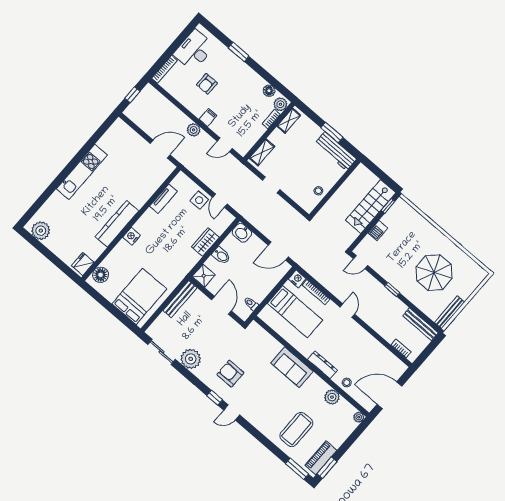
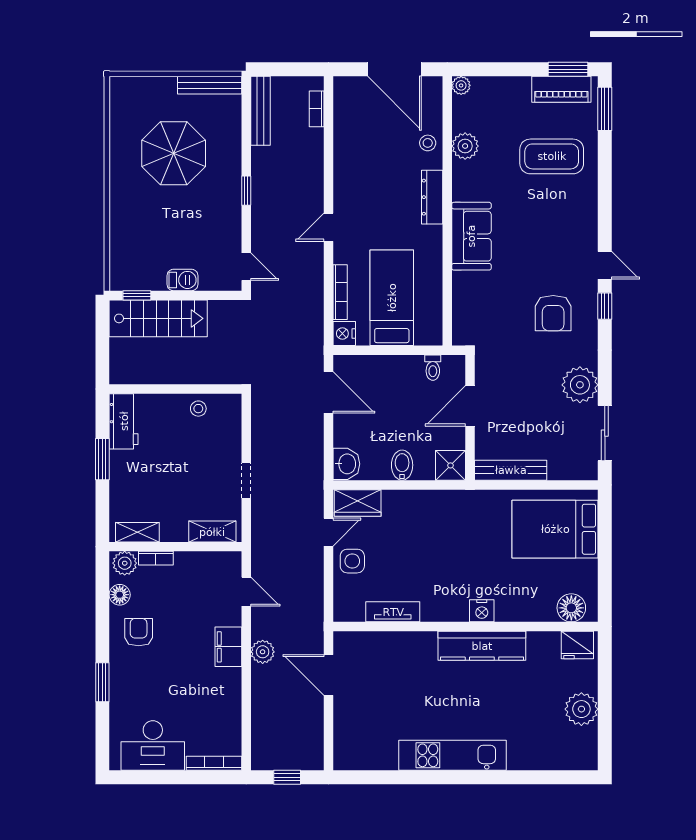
armchair: (207, 84) -> (139, 632), moved, turned -90
filing cabinet: (208, 117) -> (228, 647), width x2.00
workbench: (336, 151) -> (124, 421), width x0.73
plant: (41, 231) -> (581, 709), moved
wardrobe: (205, 242) -> (358, 503), moved

